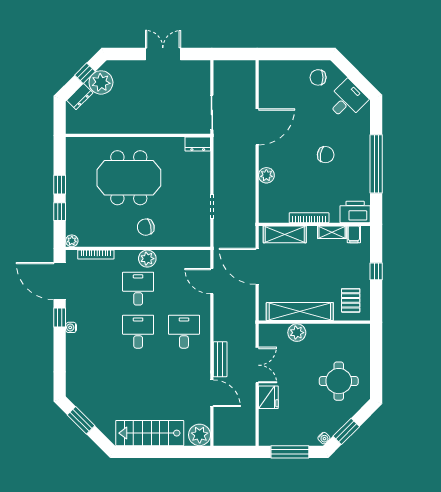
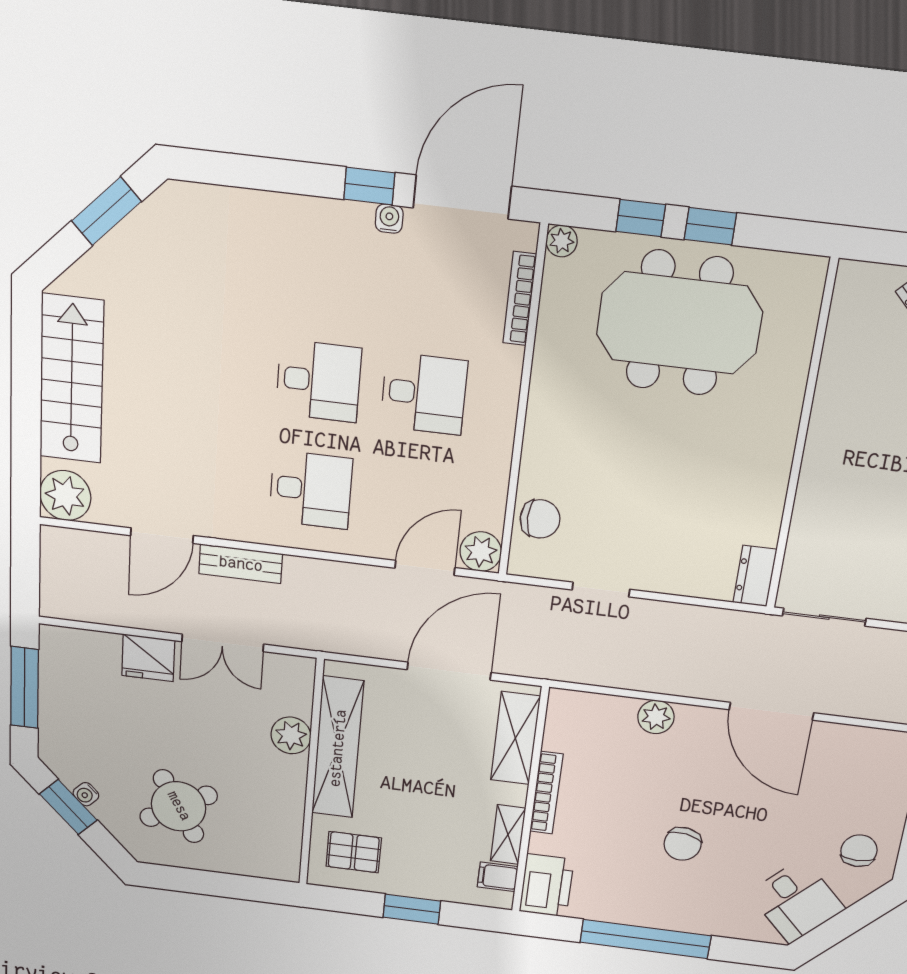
meeting table: (129, 178) -> (679, 323), moved, turned 90
chair: (146, 227) -> (540, 519), moved, turned 103
plant: (147, 259) -> (481, 552), moved
window: (376, 271) -> (412, 909), width x1.50
water cooler: (71, 327) -> (389, 219), moved
round table: (339, 381) -> (179, 806), turned -30
water cooler: (324, 438) -> (86, 794), moved

